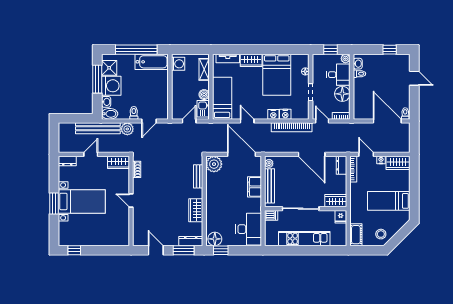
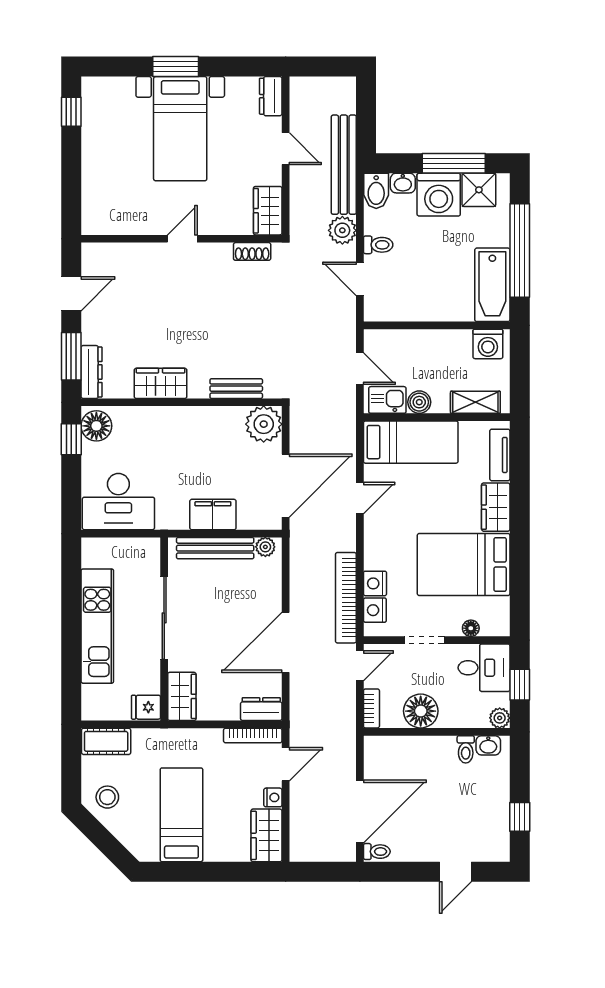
desk: (338, 75) -> (484, 668), moved, turned -90
nightstand: (273, 114) -> (375, 610), moved
dishwasher: (271, 215) -> (149, 552), removed

